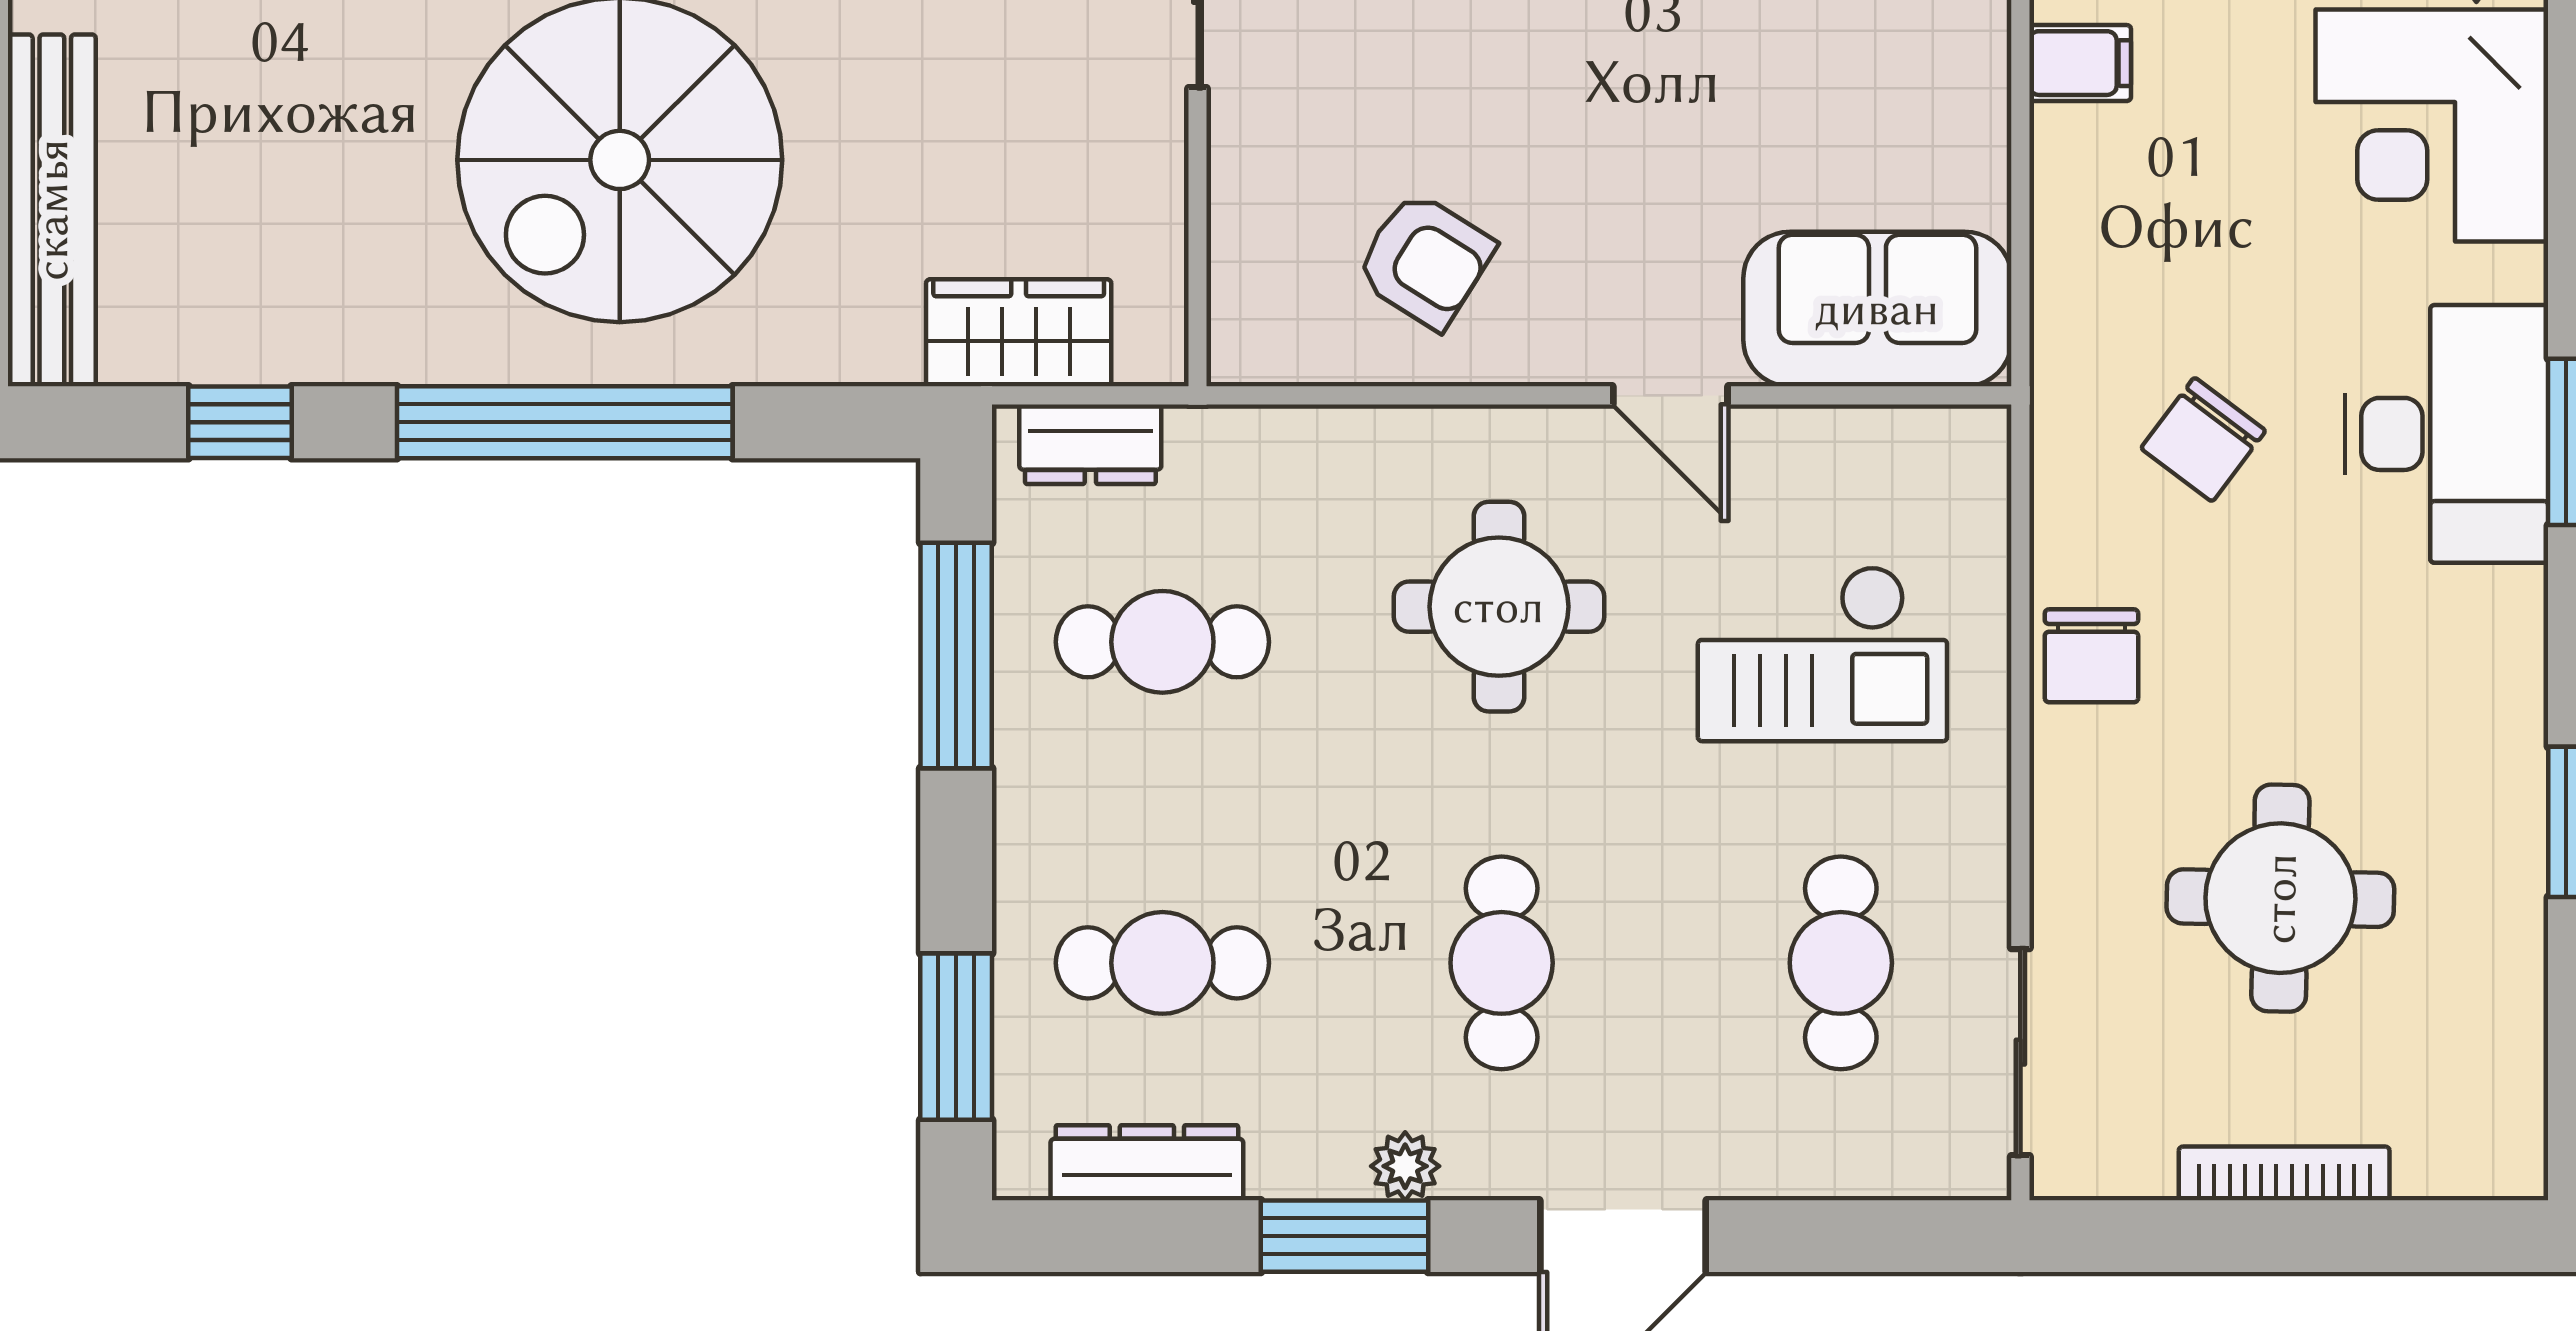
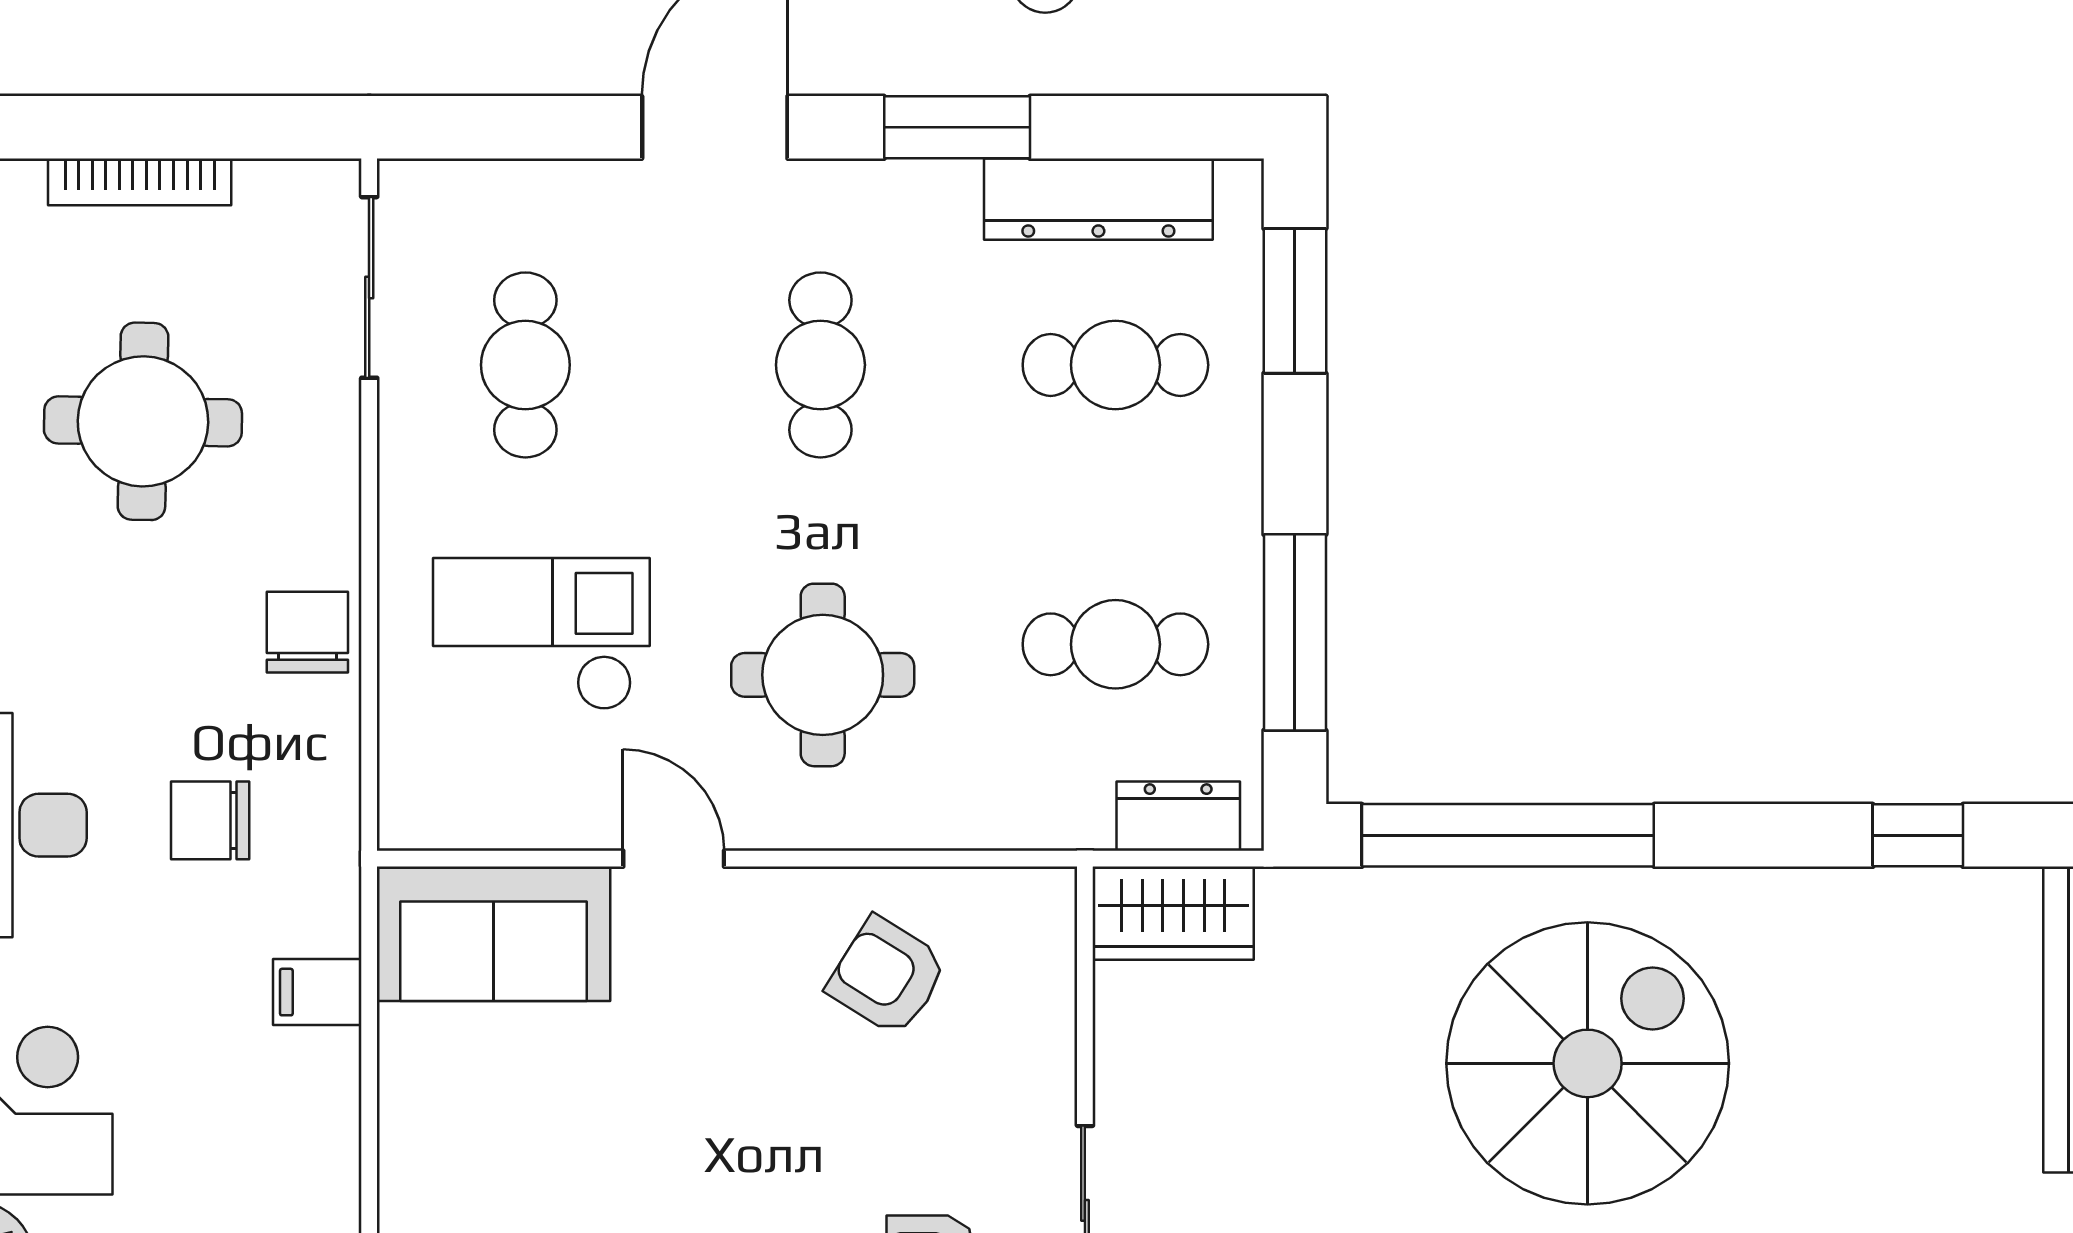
filing cabinet: (2080, 63) -> (317, 992), moved
wardrobe: (1019, 333) -> (1173, 913), moved
window: (565, 422) -> (1508, 835), moved
chair: (2203, 439) -> (210, 820), turned -127
dresser: (1147, 1163) -> (1098, 199), width x1.37, depth x1.24
plant: (1405, 1166) -> (904, 188), removed

